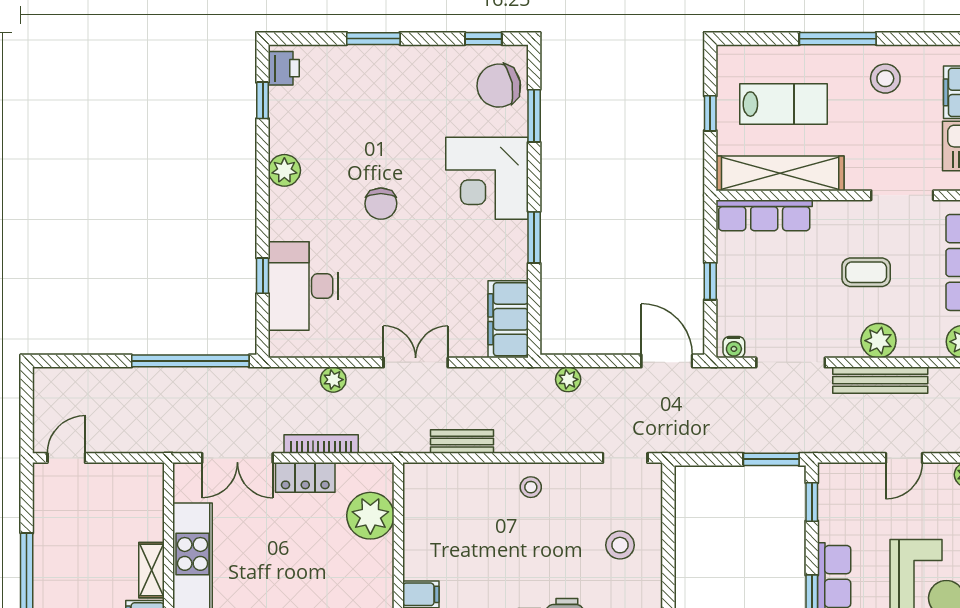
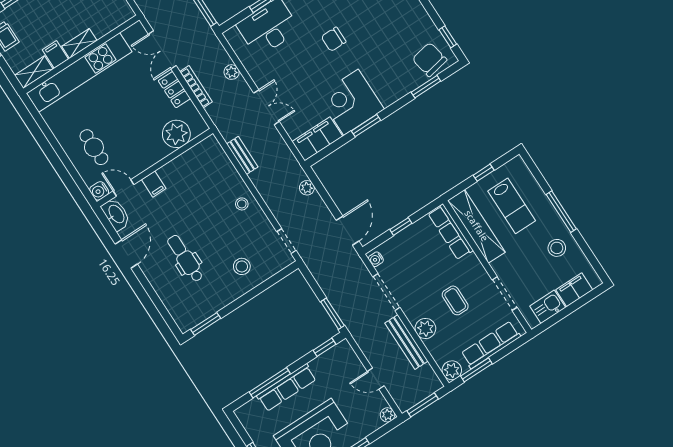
corner desk: (487, 178) -> (351, 102), moved

